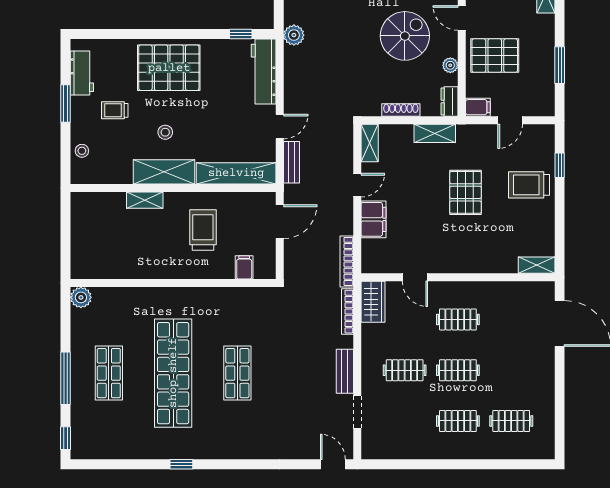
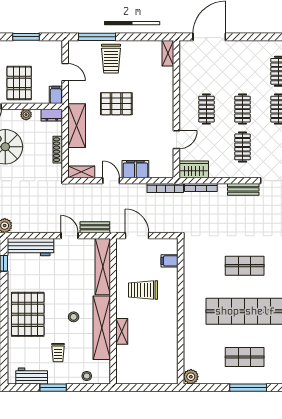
shelving: (435, 133) -> (77, 126), width x1.50, depth x1.33
window: (560, 165) -> (97, 37), width x2.17
shelving: (164, 172) -> (102, 328), width x1.47

